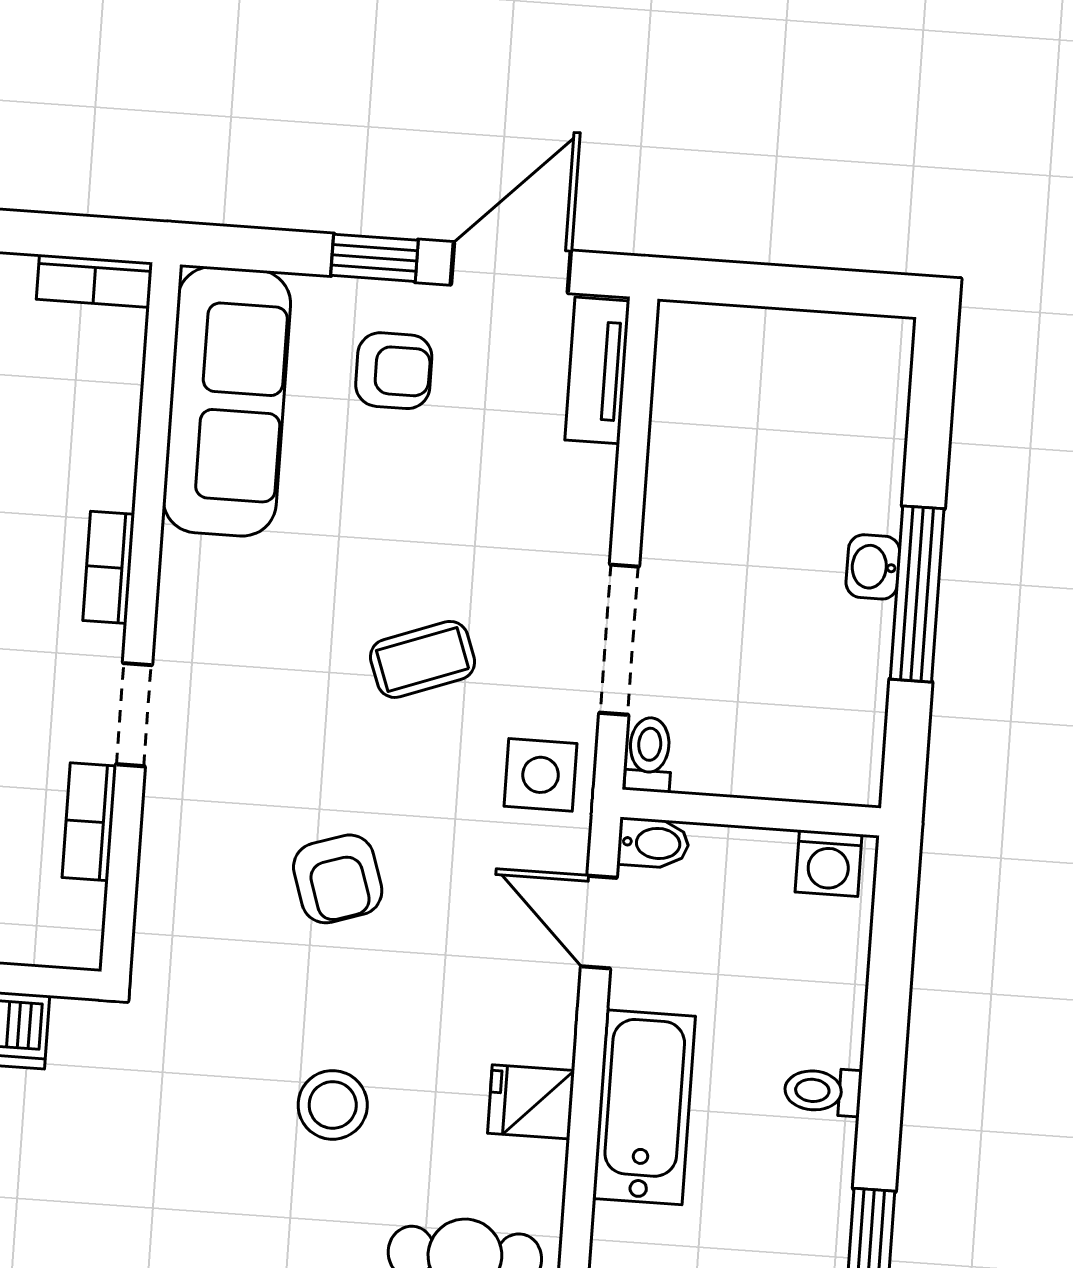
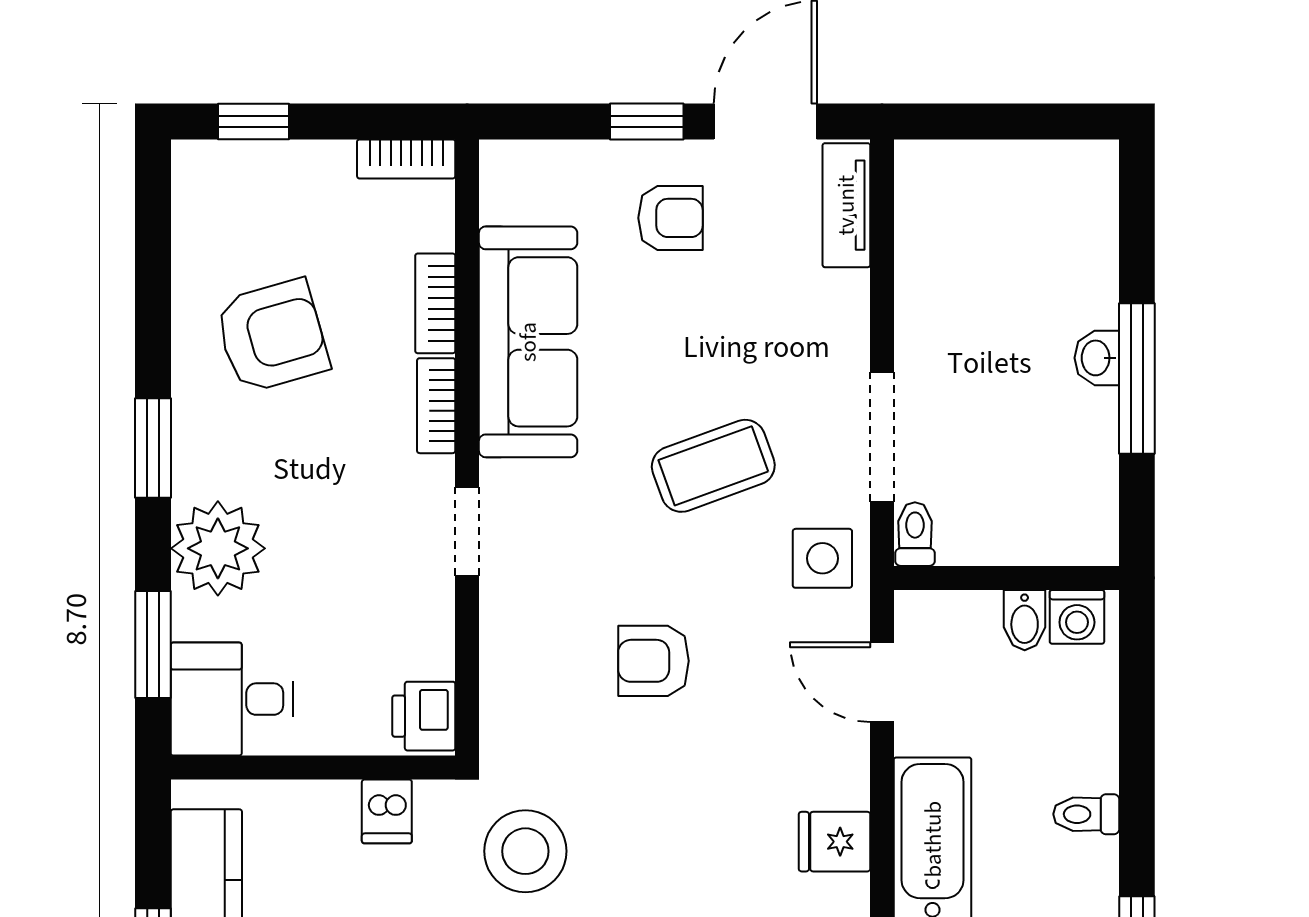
sofa: (227, 401) -> (528, 342), moved
coffee table: (423, 659) -> (713, 466), width x1.36, depth x1.30
bookcase: (89, 822) -> (435, 303), moved
bidet: (653, 843) -> (1025, 620), moved, turned 90
armchair: (338, 879) -> (654, 661), turned 108
printer: (69, 924) -> (424, 716), added
stool: (333, 1105) -> (525, 851), moved, width x1.38, depth x1.38

